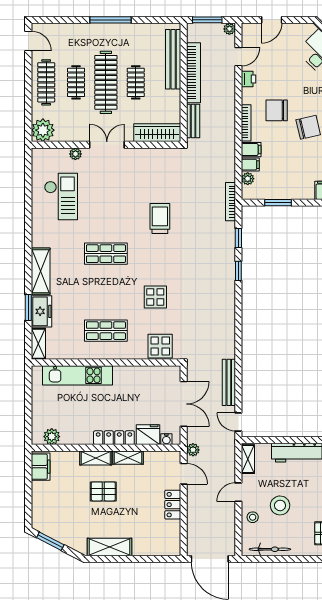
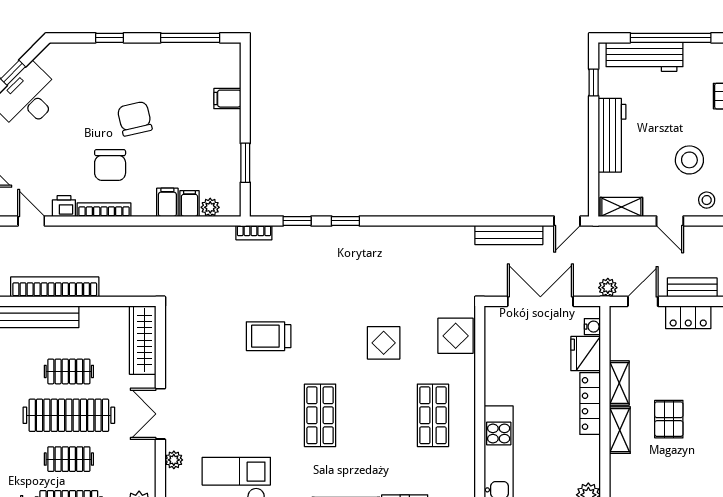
bench: (193, 121) -> (692, 287), moved
bookcase: (246, 123) -> (104, 210), moved
bookcase: (230, 202) -> (254, 233), width x0.64

